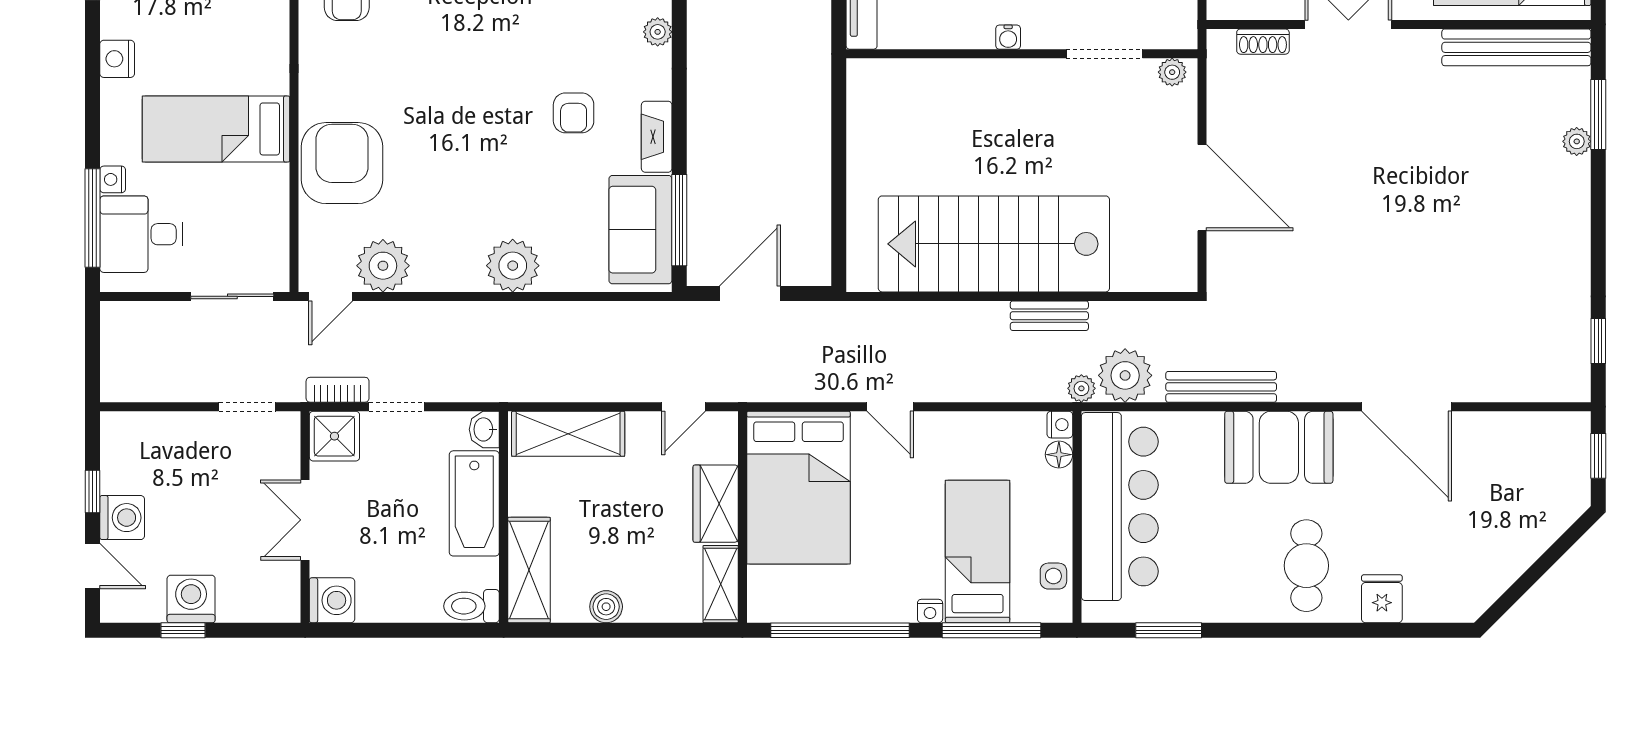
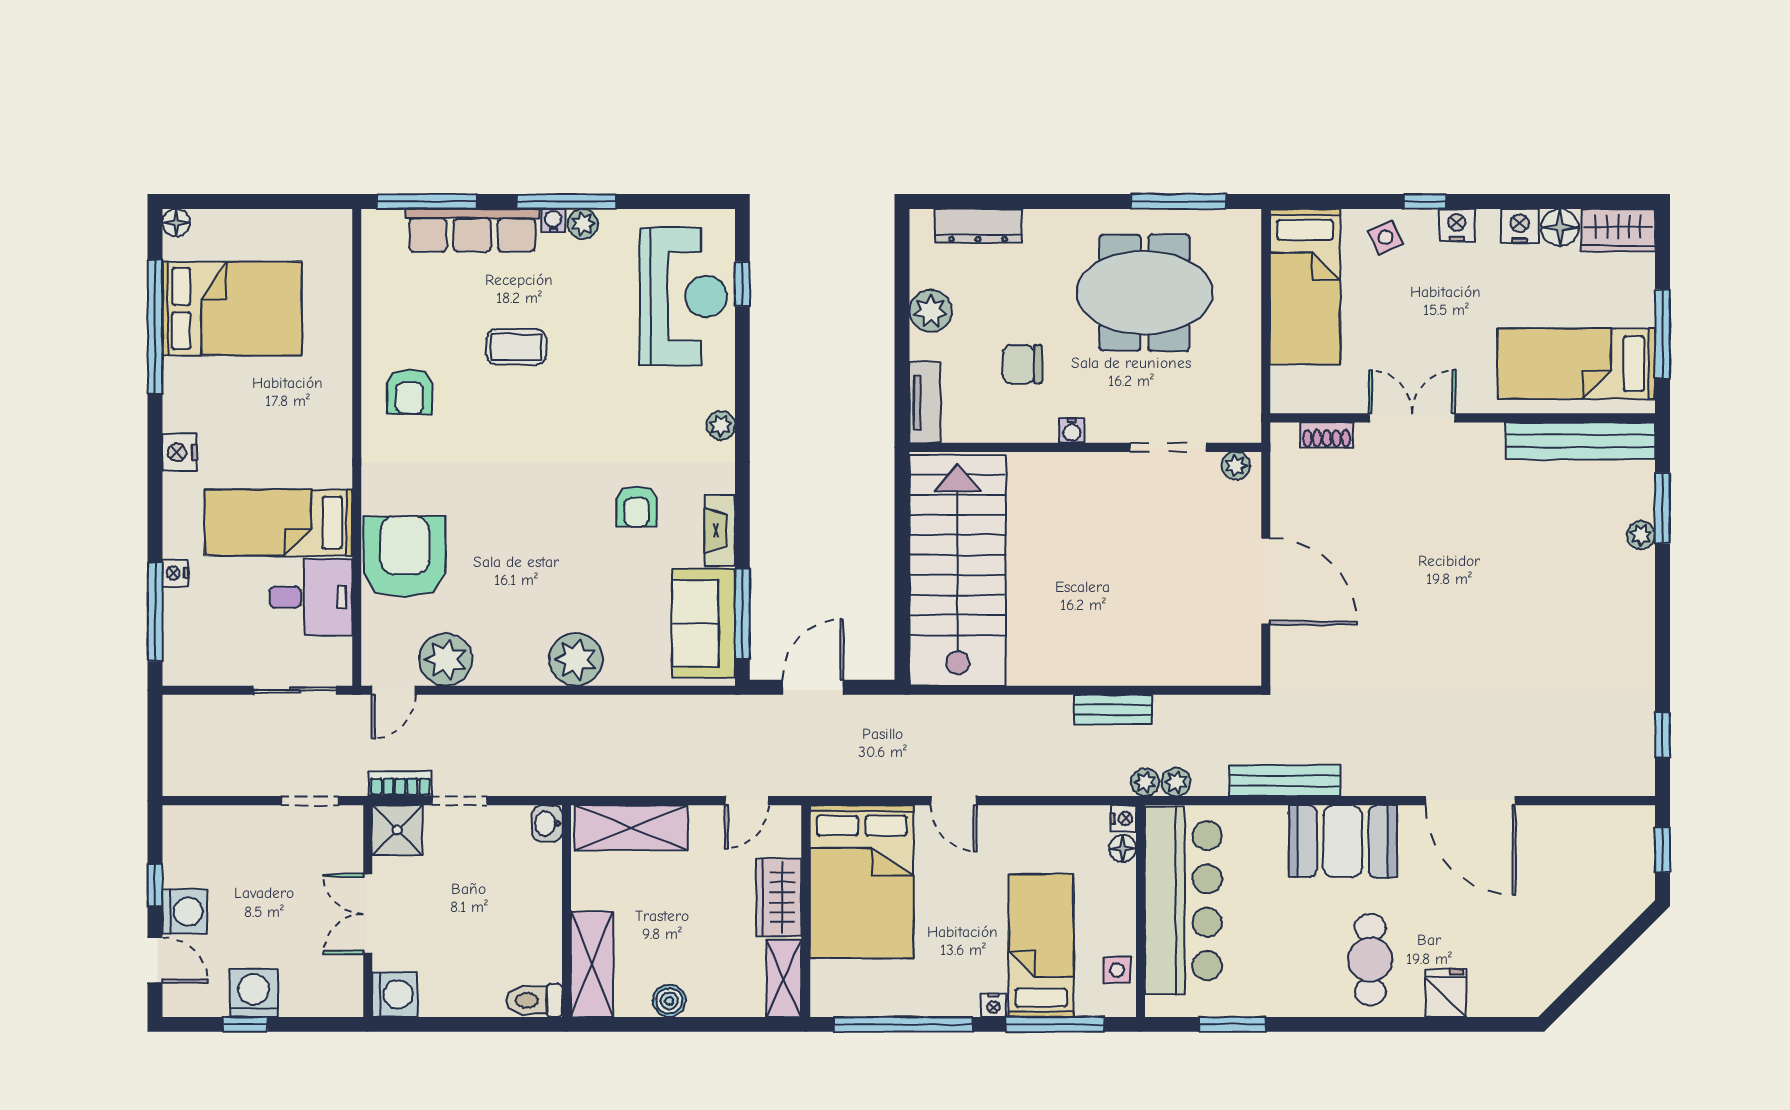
desk: (141, 234) -> (311, 597), moved, turned 180
stairs: (994, 244) -> (958, 570), moved, turned 90
plant: (1125, 375) -> (1176, 782), width x0.53, depth x0.53
bathtub: (474, 503) -> (537, 897), removed

